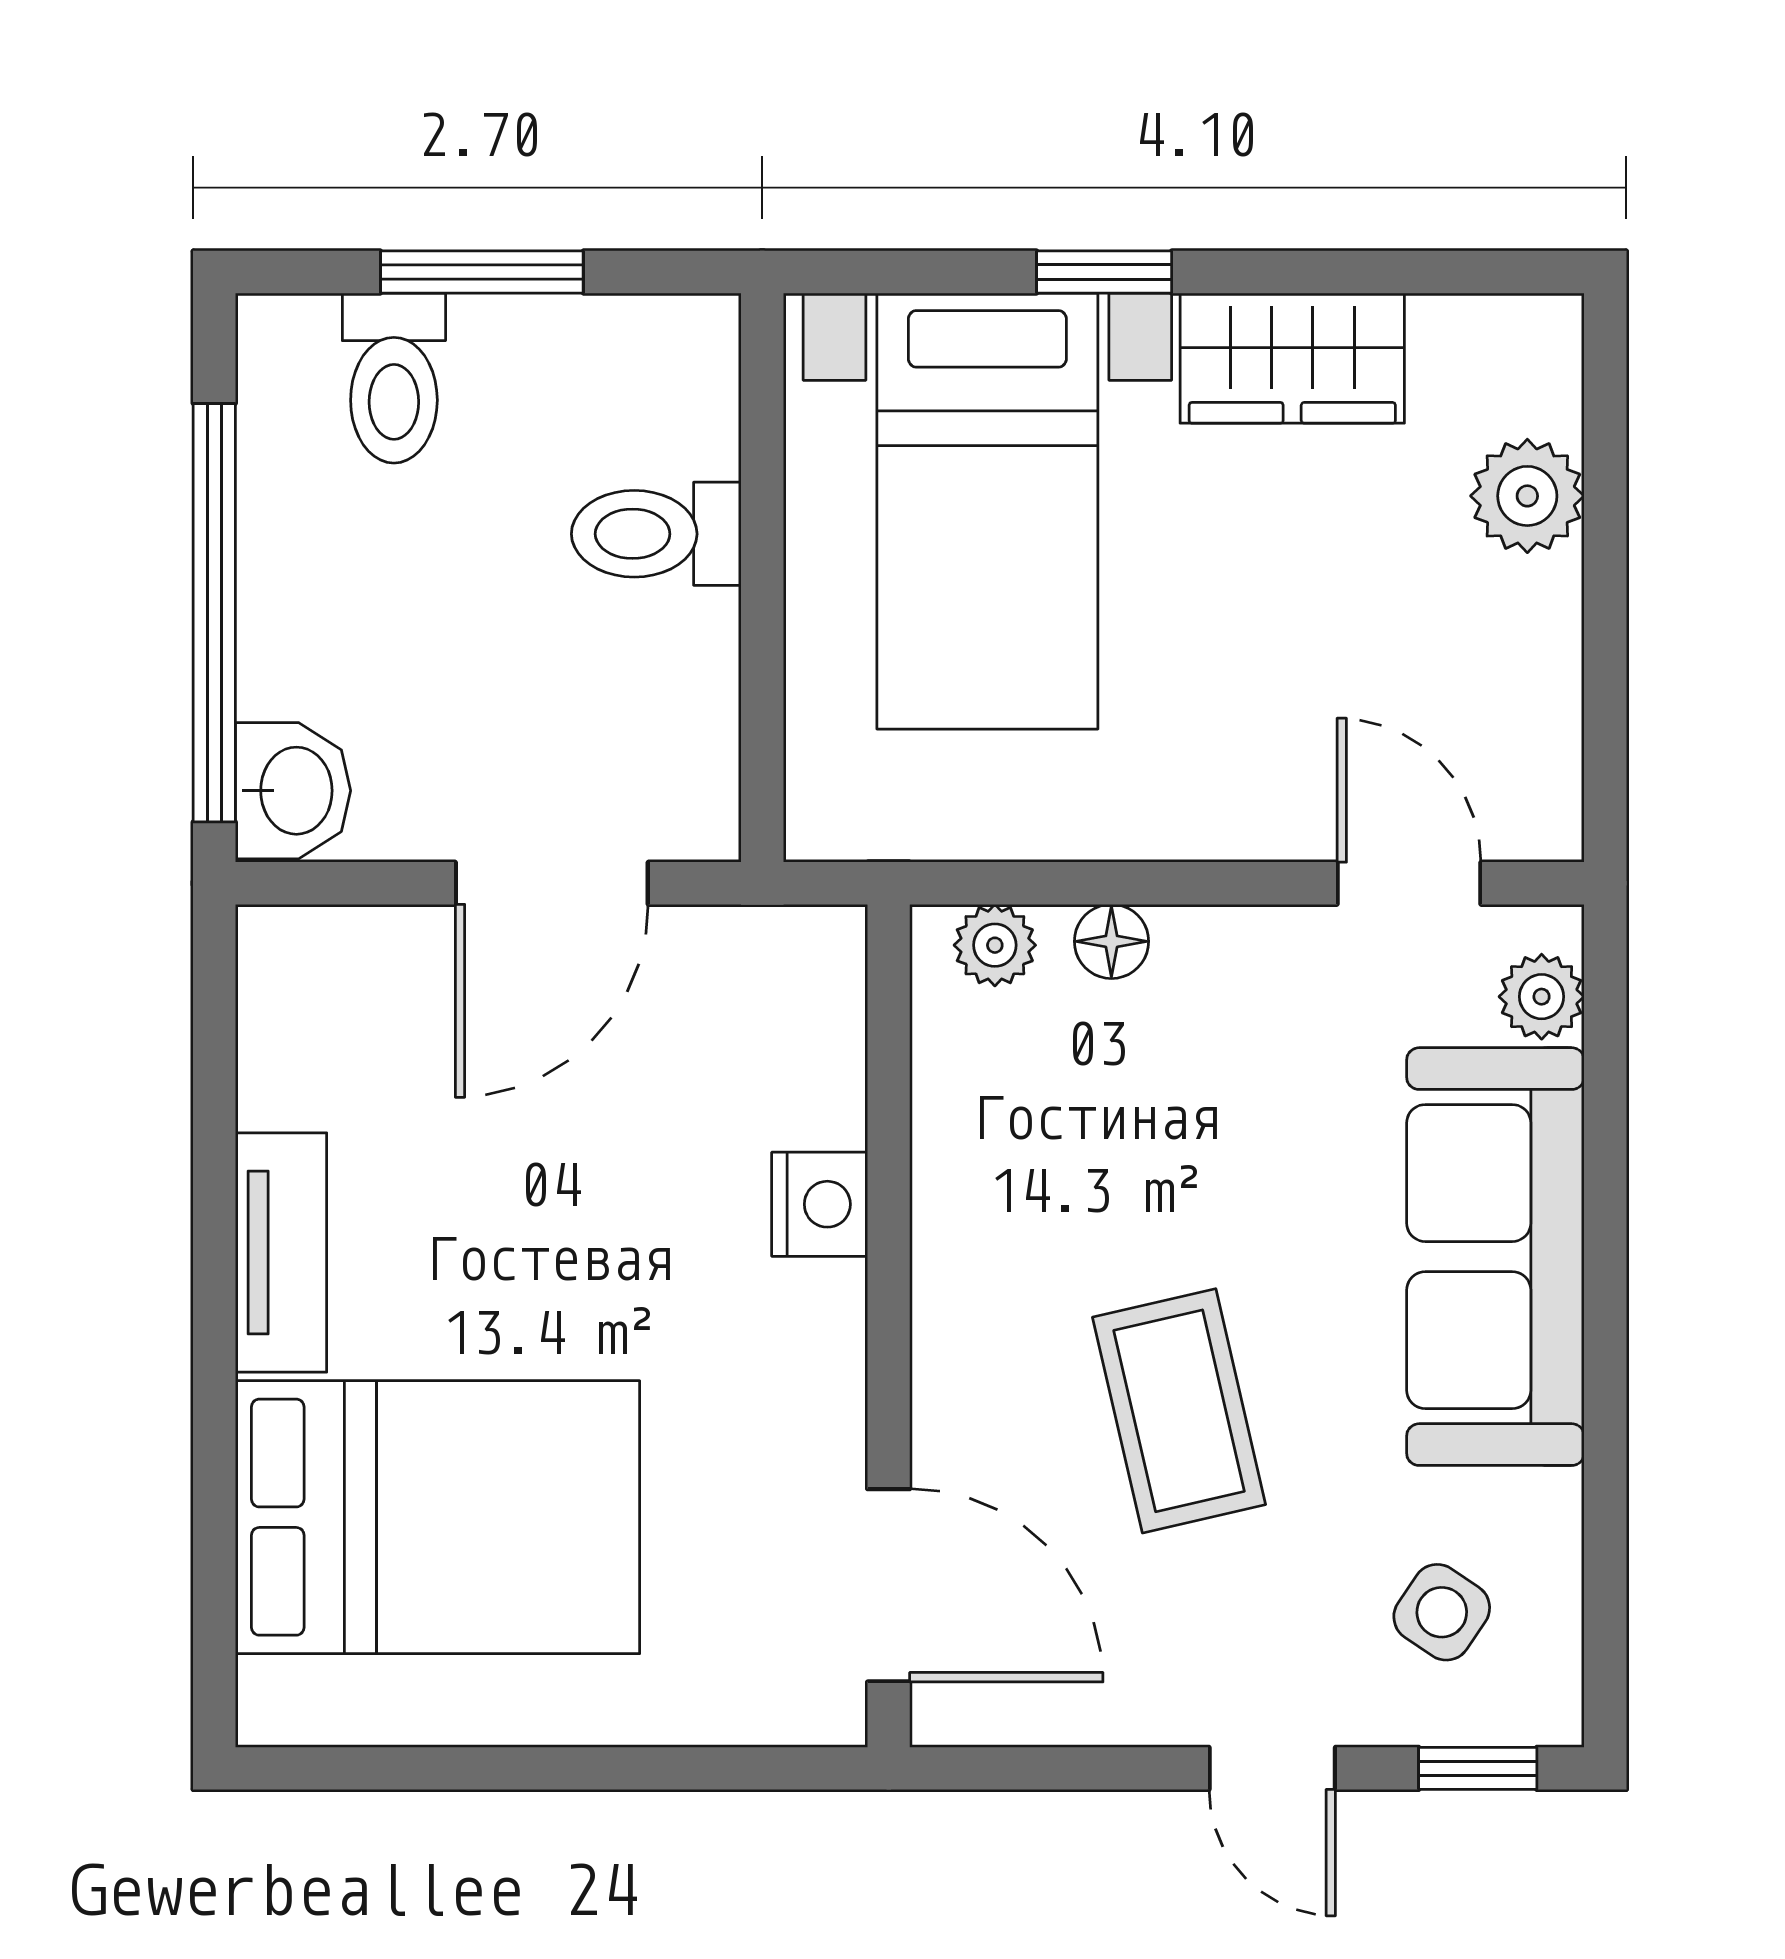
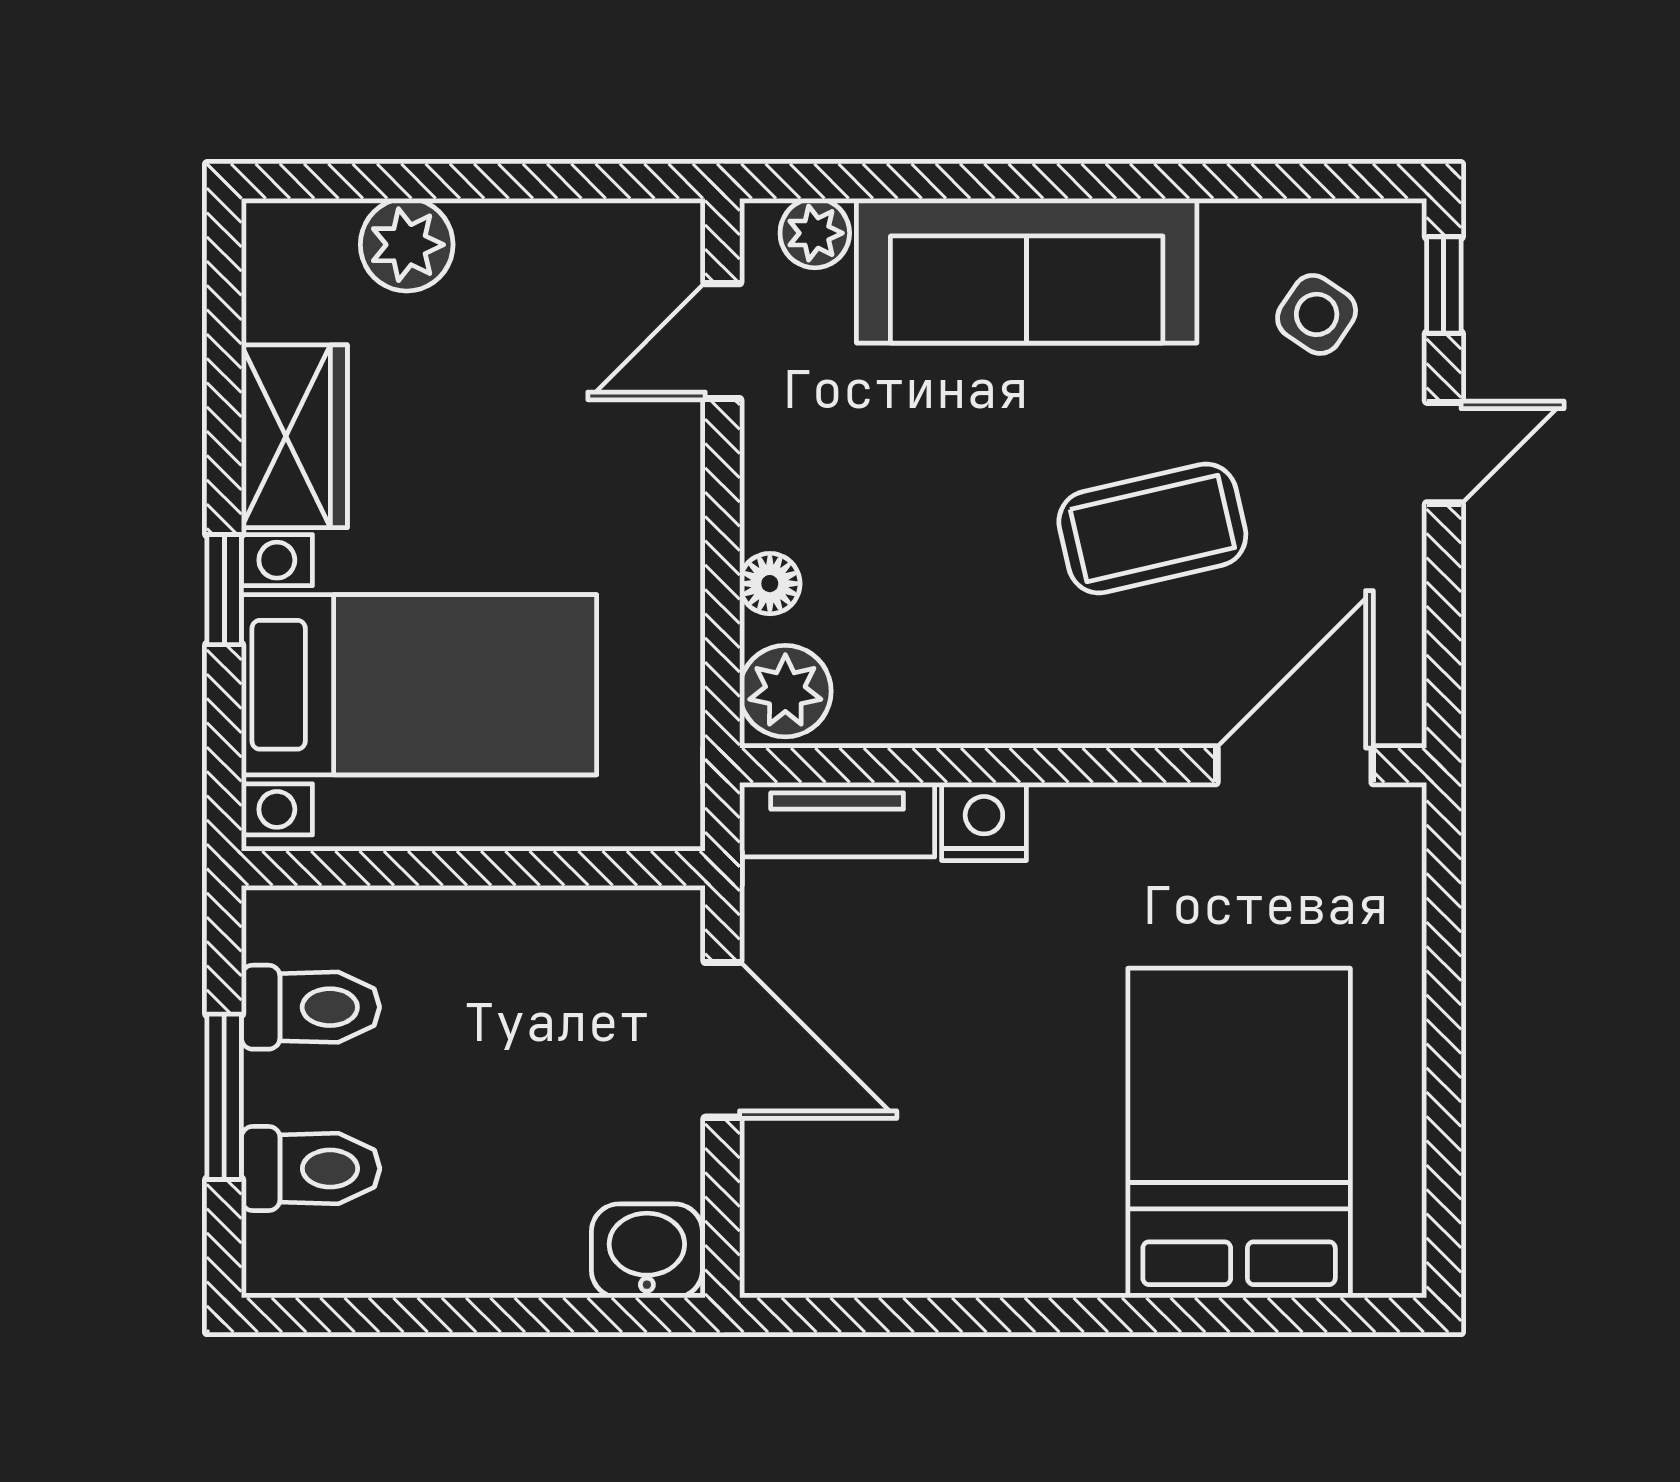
toilet: (656, 534) -> (310, 1007), moved, turned -90
window: (214, 613) -> (502, 1315), removed
plant: (995, 945) -> (785, 691), width x1.38, depth x1.38
tv unit: (281, 1253) -> (837, 820), moved, turned 180

